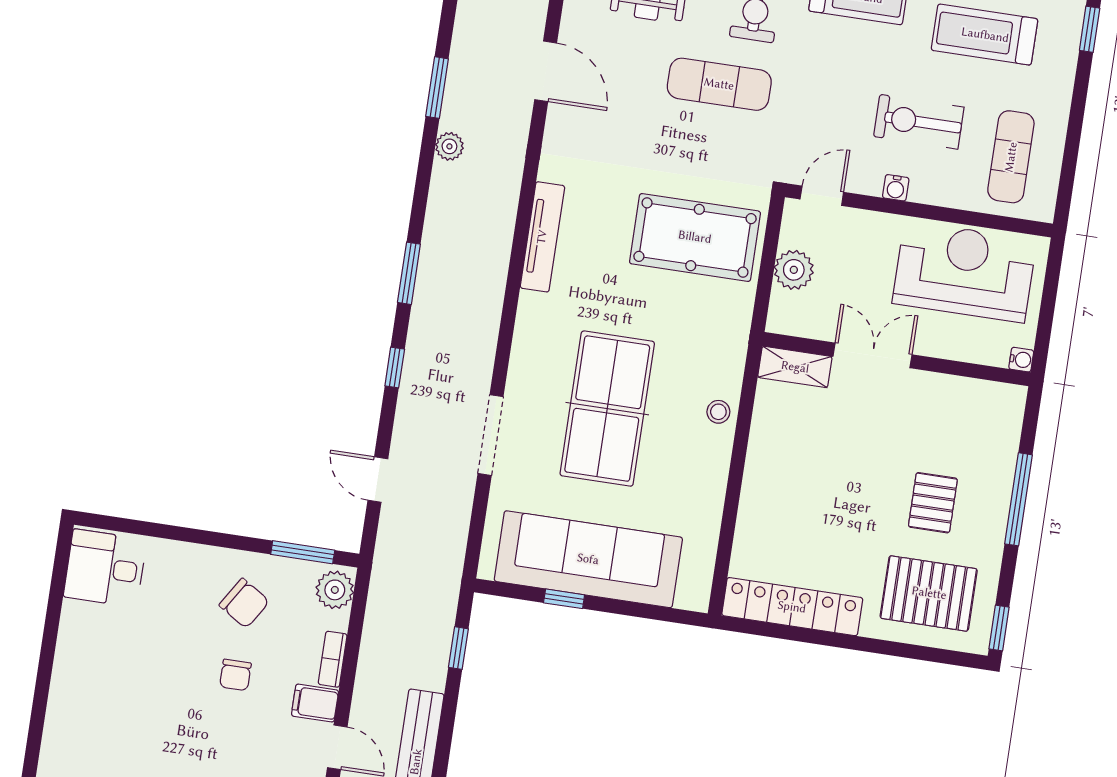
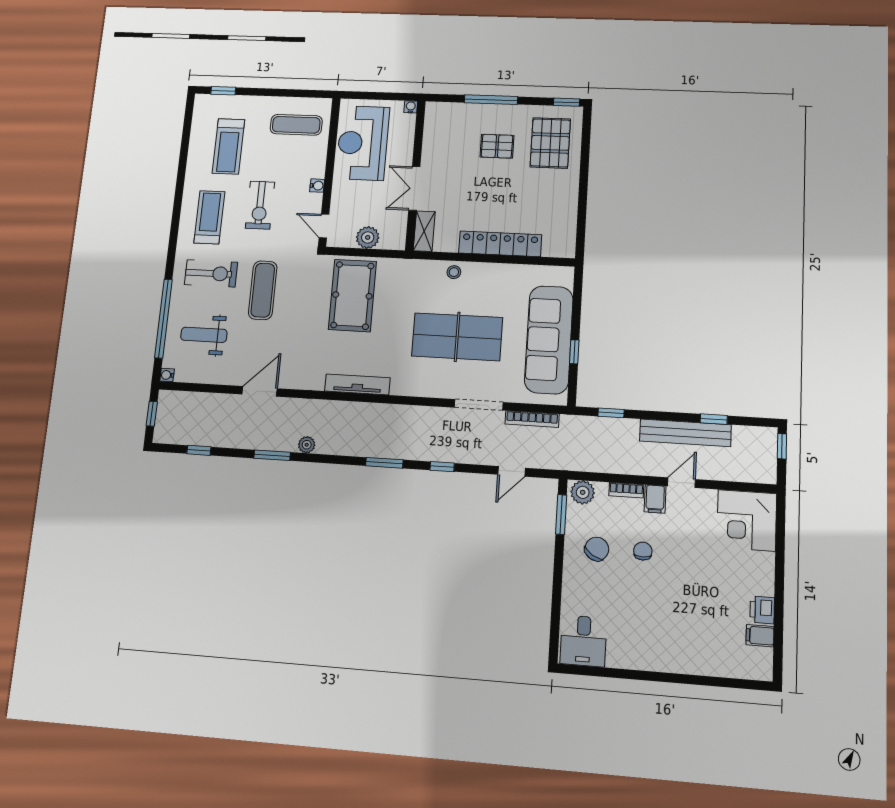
exercise bike: (919, 122) -> (260, 205), moved
bookcase: (459, 520) -> (532, 419), added
locker: (792, 607) -> (500, 244), moved, turned 90
chair: (235, 675) -> (643, 551), turned -90

